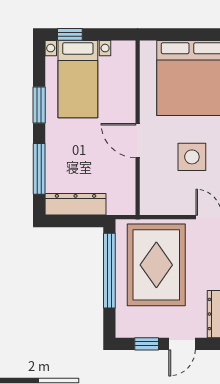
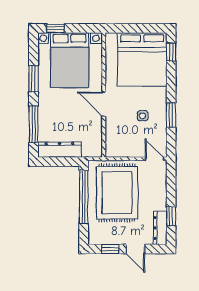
bed with nightstands: (78, 79) -> (70, 60), width x1.36
side table: (192, 157) -> (142, 116), width x0.54, depth x0.54
door: (182, 344) -> (135, 249), hinge flipped

